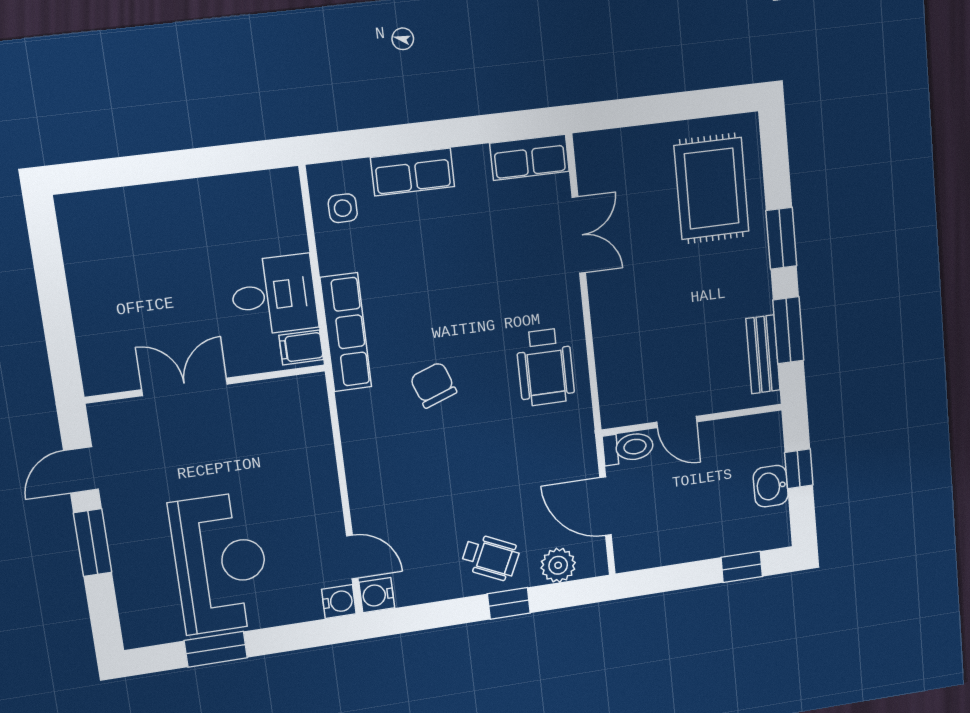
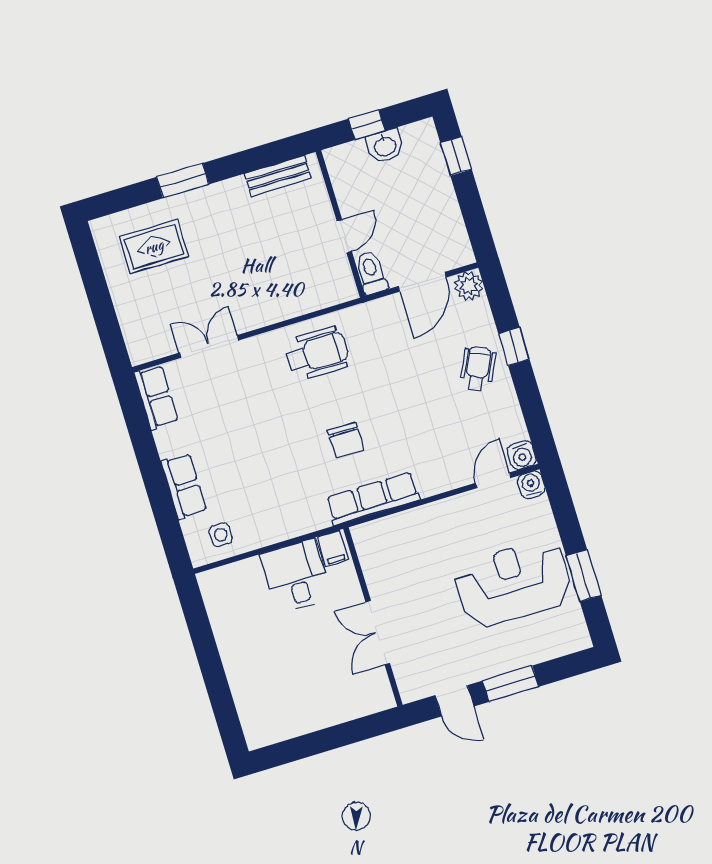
rug: (712, 188) -> (154, 247), width x0.73, depth x0.70
window: (788, 330) -> (255, 159), removed
row of seats: (346, 332) -> (373, 499), moved
chair: (433, 385) -> (346, 440), turned -70
plant: (558, 565) -> (469, 286), moved

